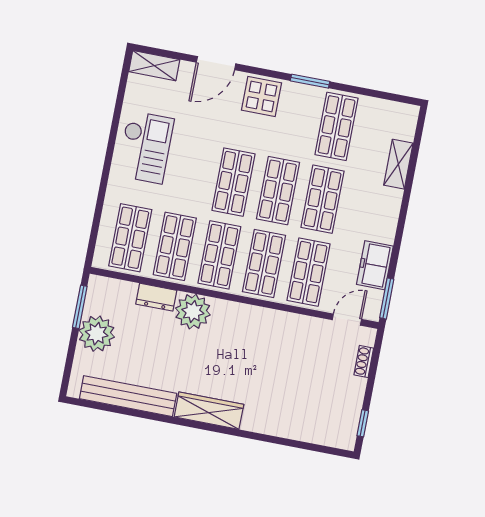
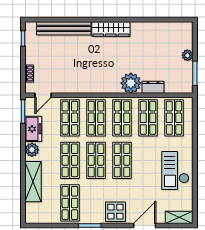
shelving: (398, 164) -> (33, 182), width x1.50, depth x1.33
plant: (384, 230) -> (32, 150), added
plant: (97, 334) -> (187, 55), width x0.53, depth x0.53
bench: (128, 396) -> (64, 28), moved

